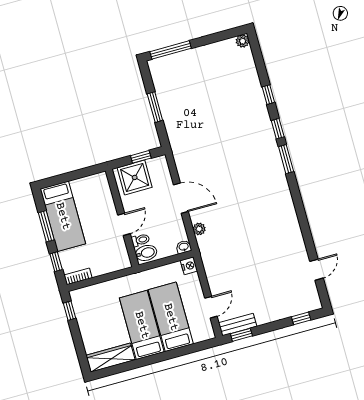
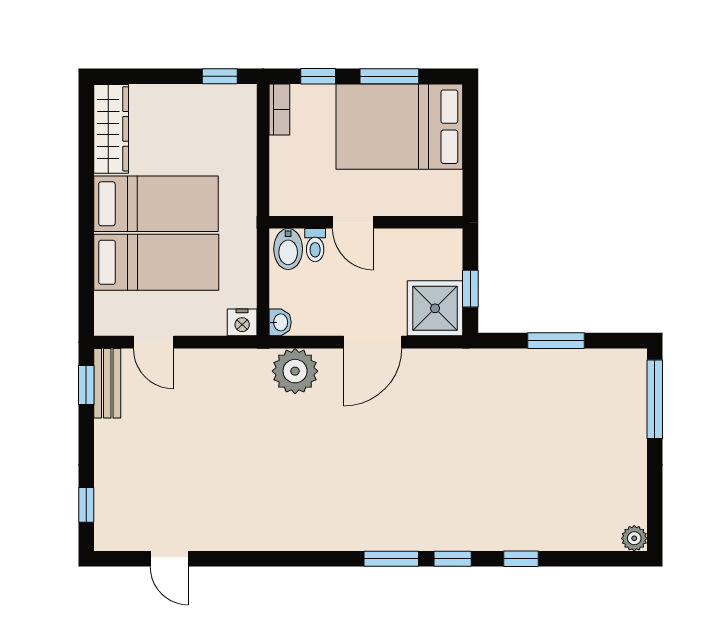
shower: (135, 177) -> (435, 308), moved
bed: (63, 216) -> (399, 127), width x1.50
plant: (199, 229) -> (295, 371), width x1.87, depth x1.87

